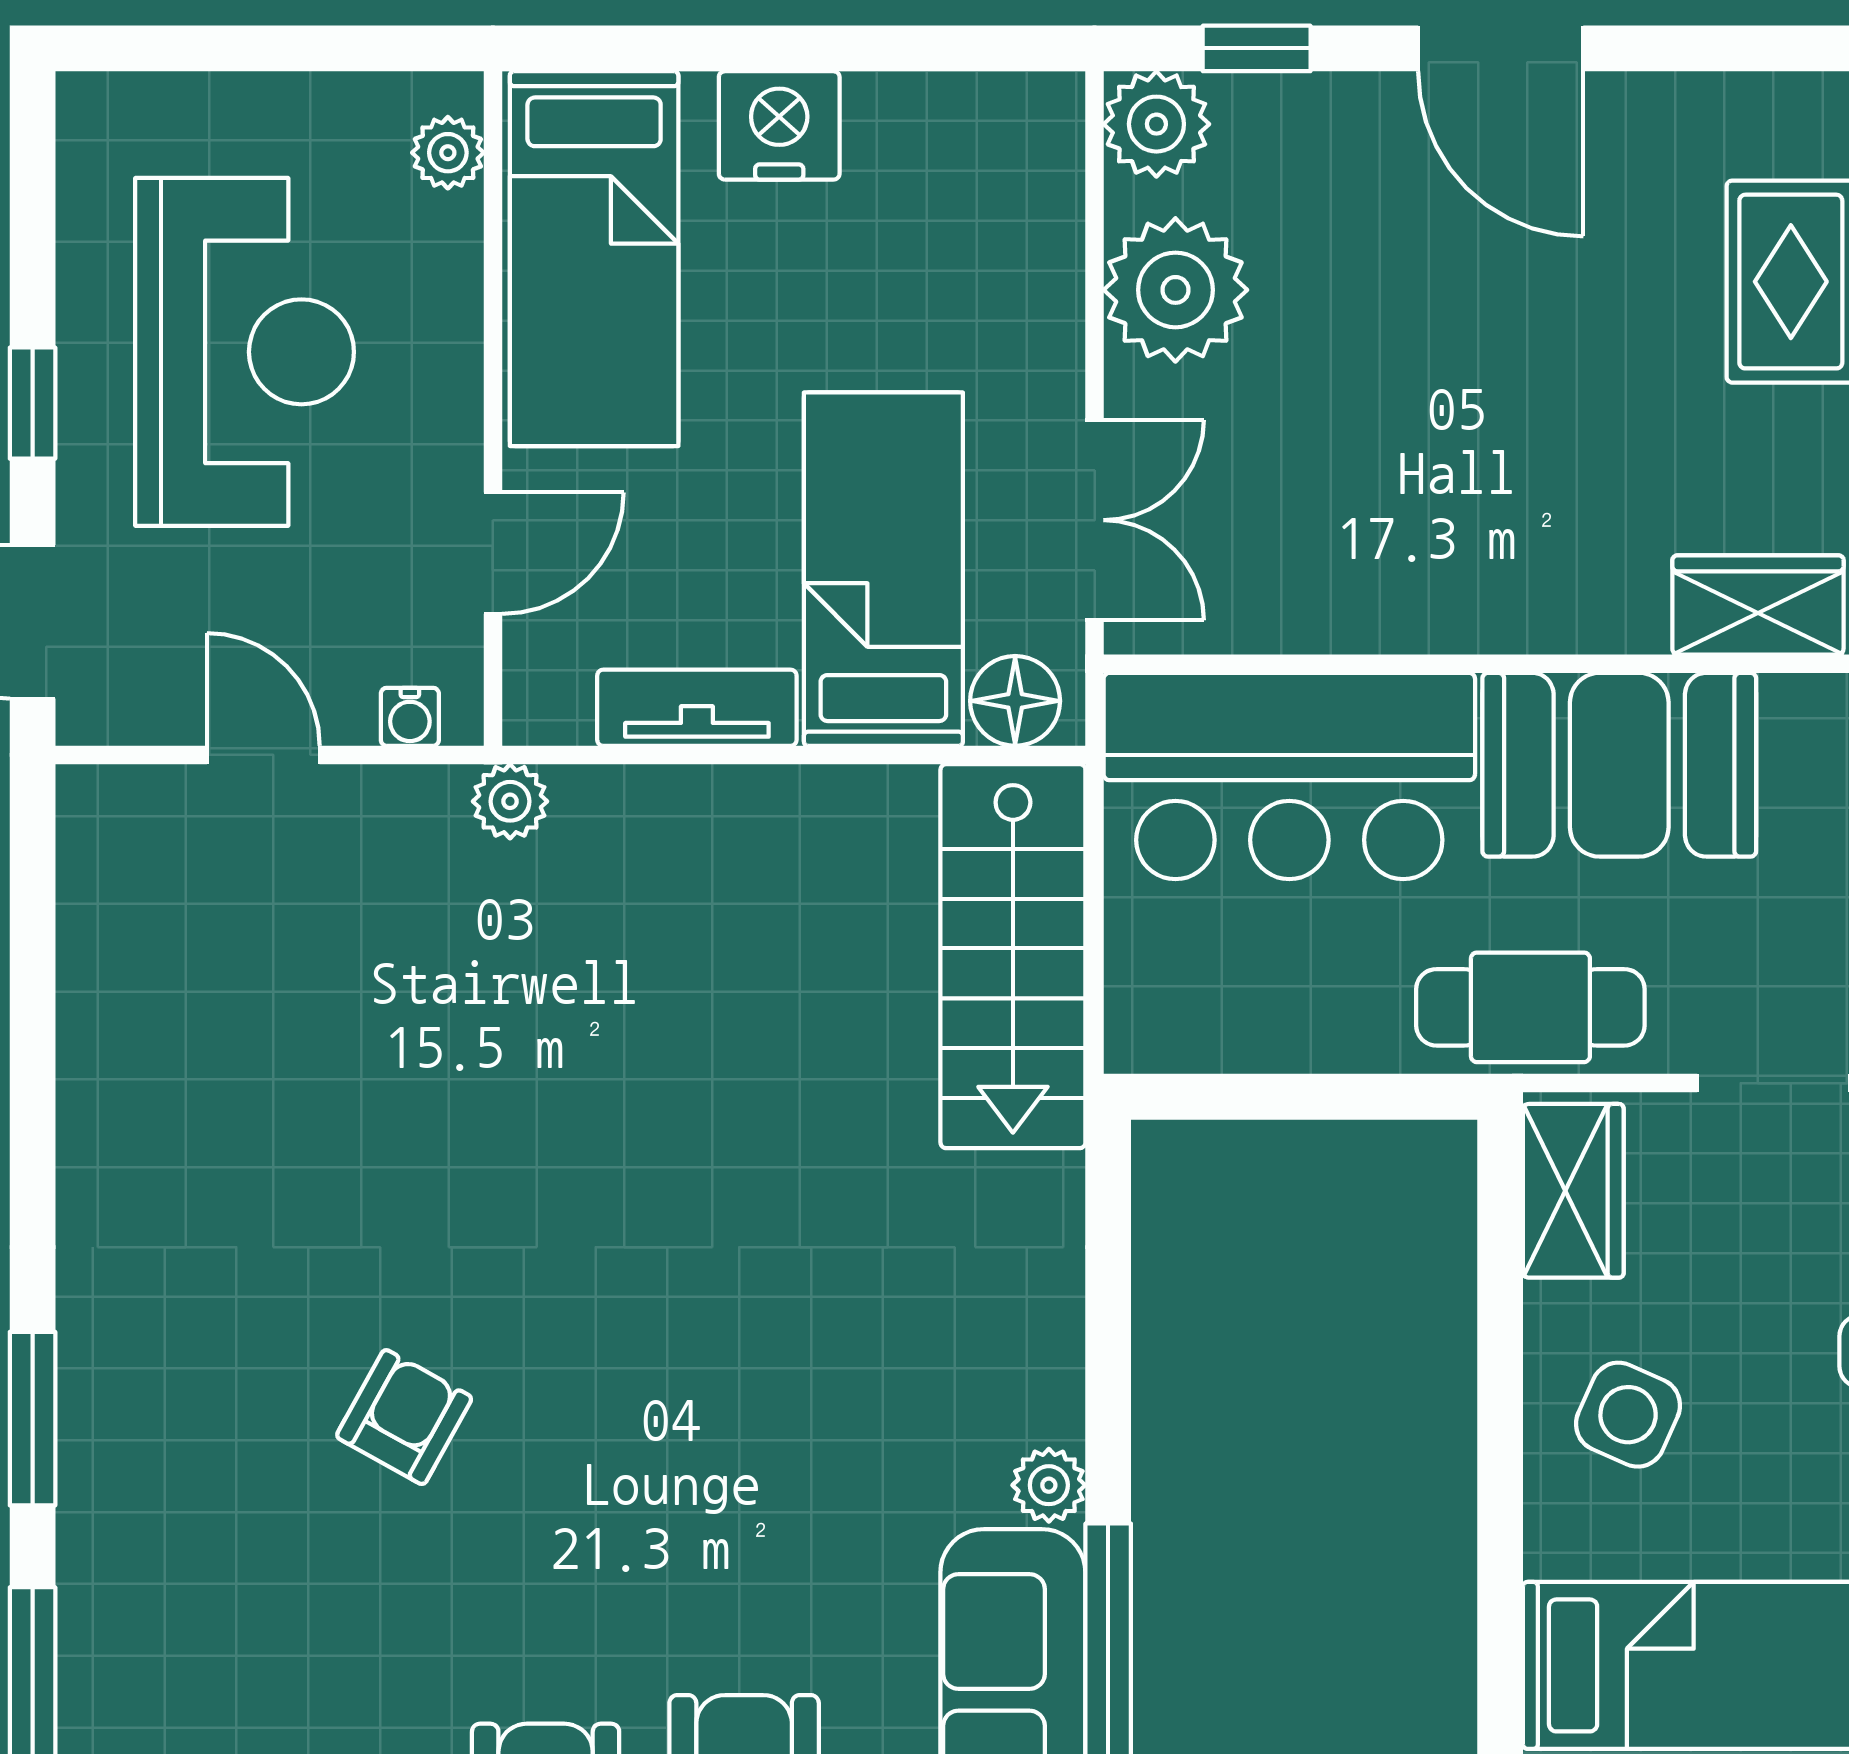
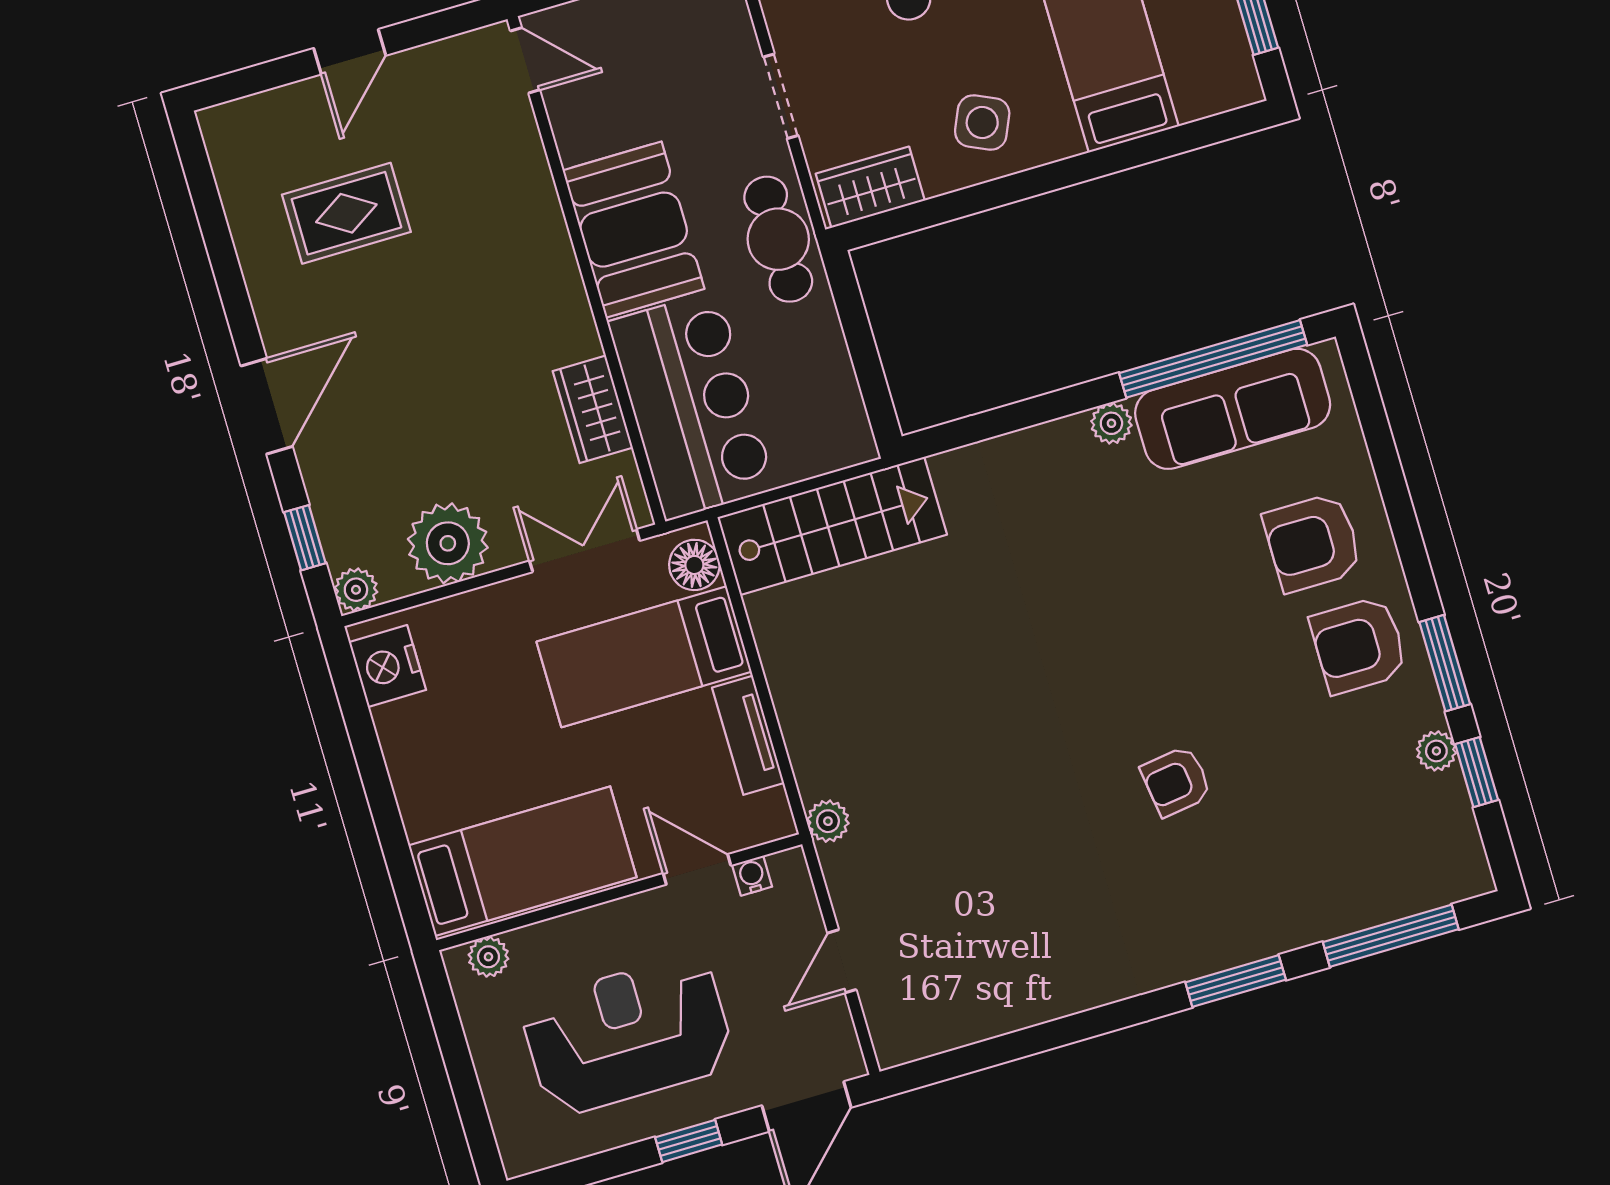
plant: (1156, 124) -> (356, 590), width x0.73, depth x0.73
nightstand: (779, 125) -> (387, 666), moved
wardrobe: (1758, 605) -> (593, 409), moved
water cooler: (410, 717) -> (752, 876), moved, turned -90
armchair: (404, 1417) -> (1176, 781), turned -37

